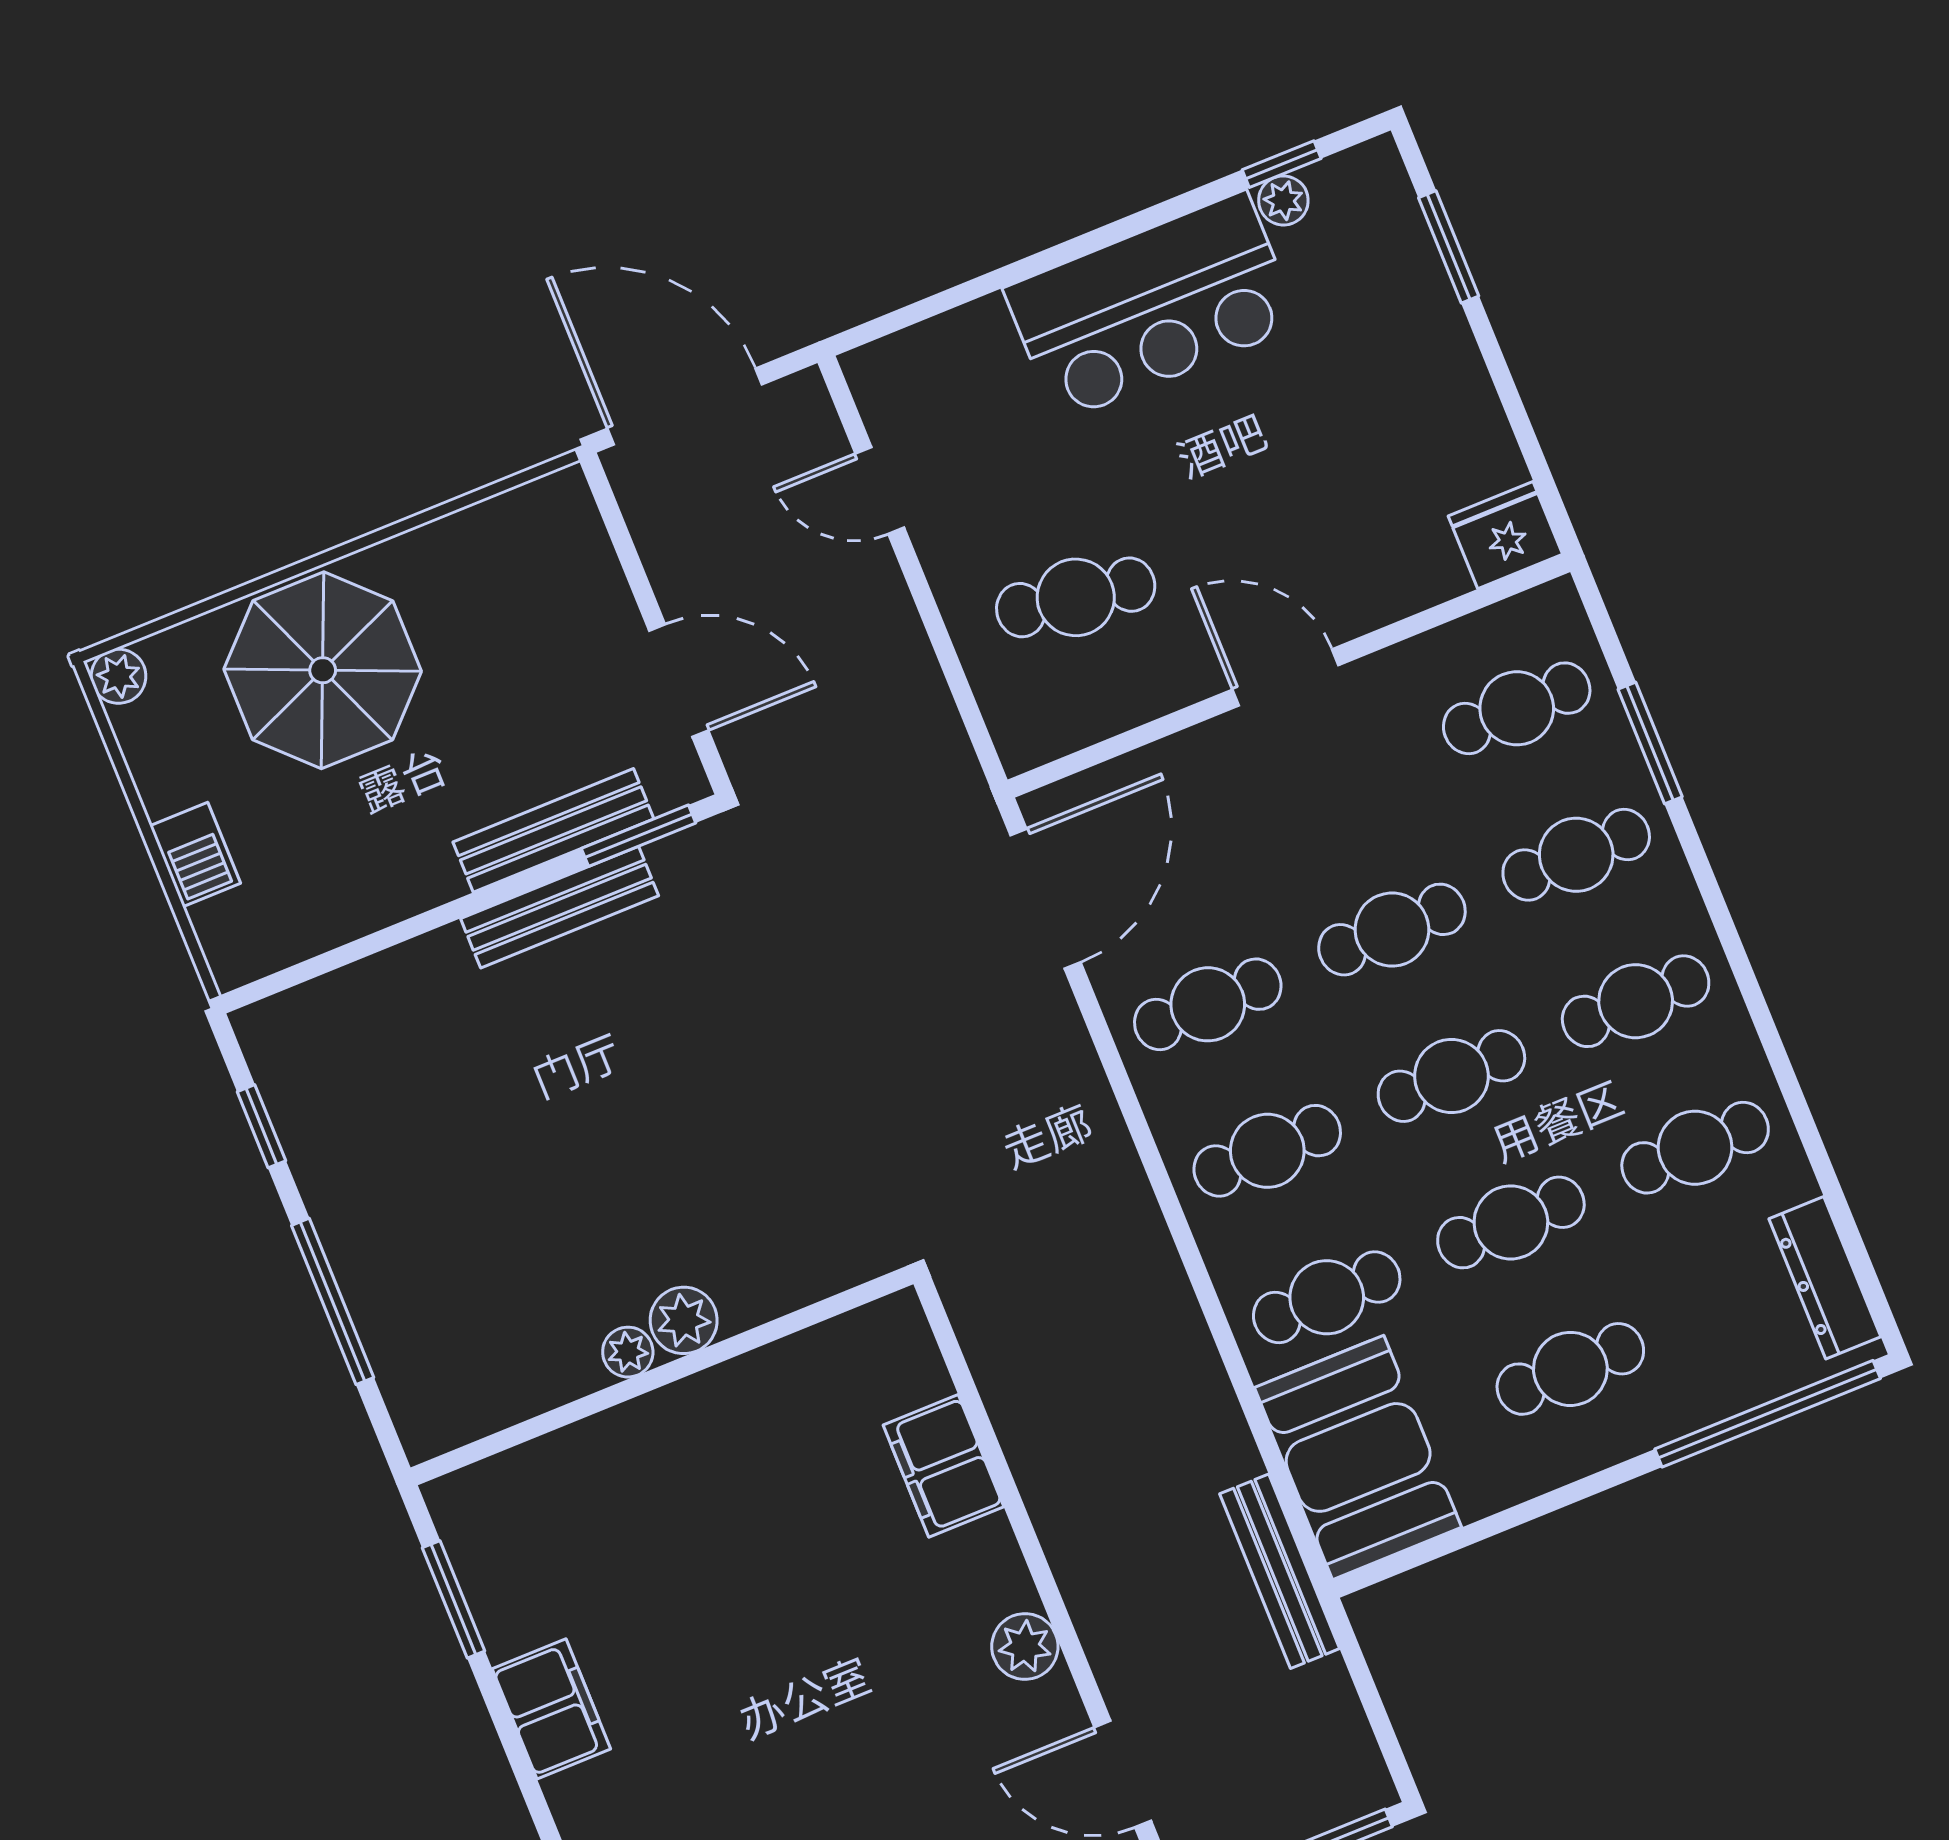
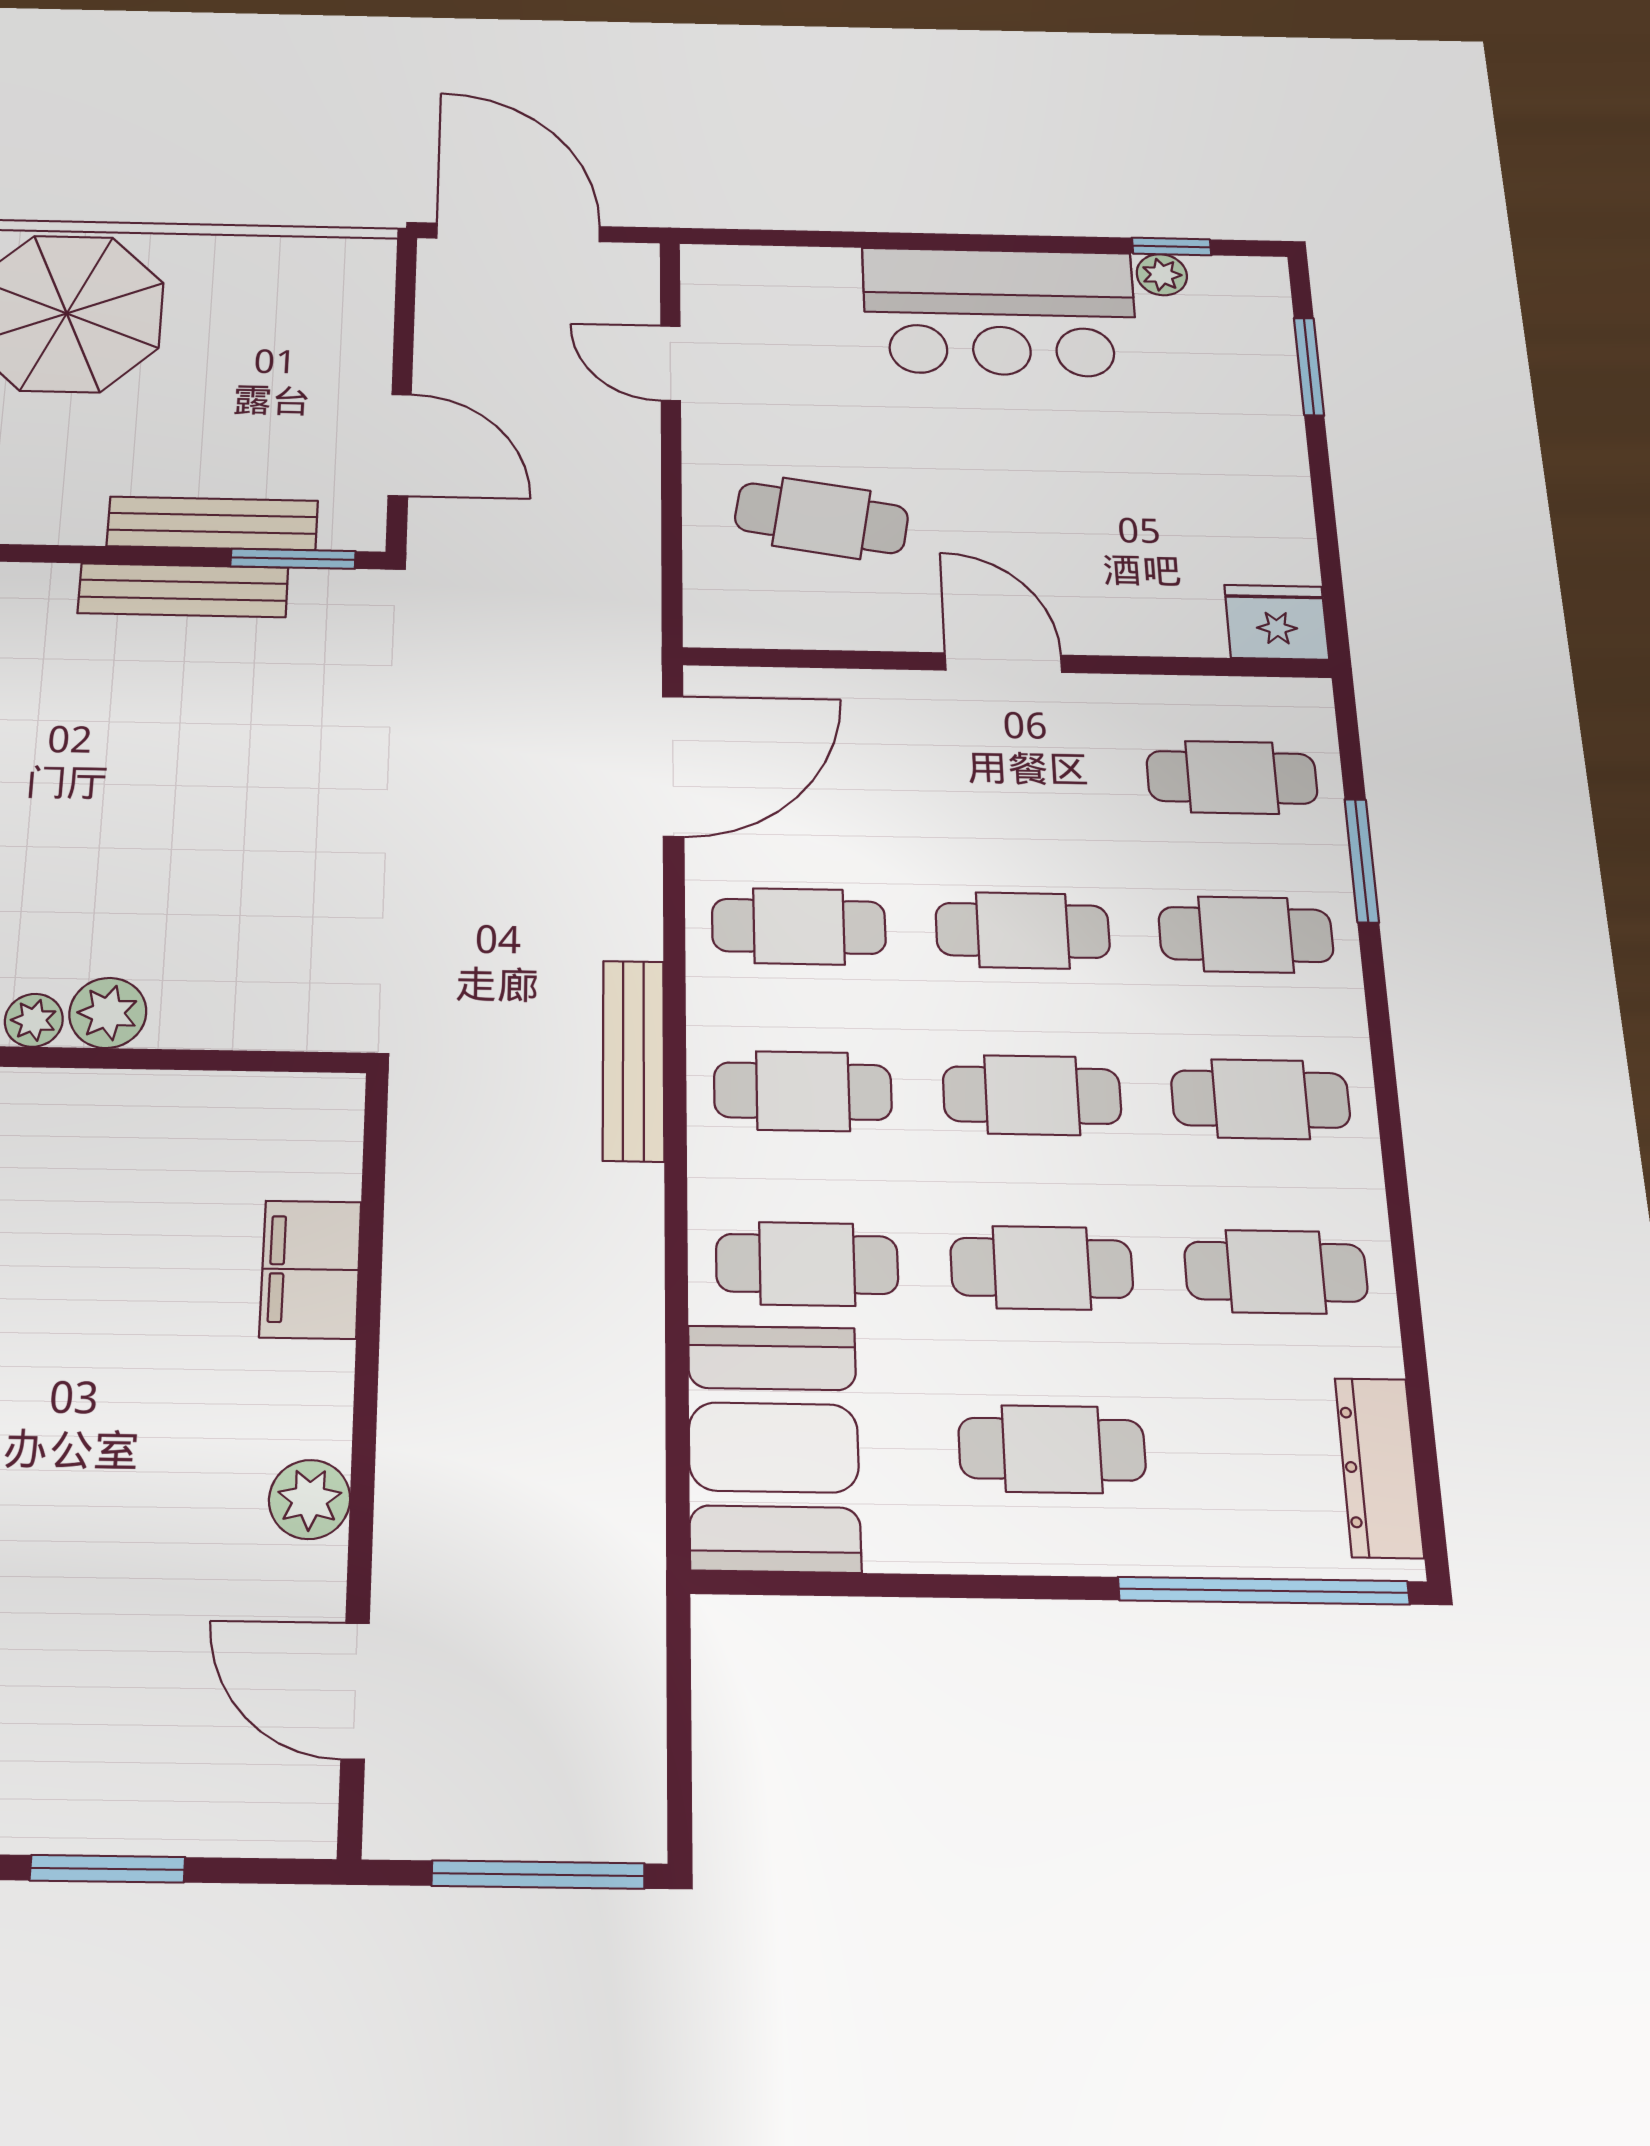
bench: (1280, 1571) -> (633, 1060), moved

